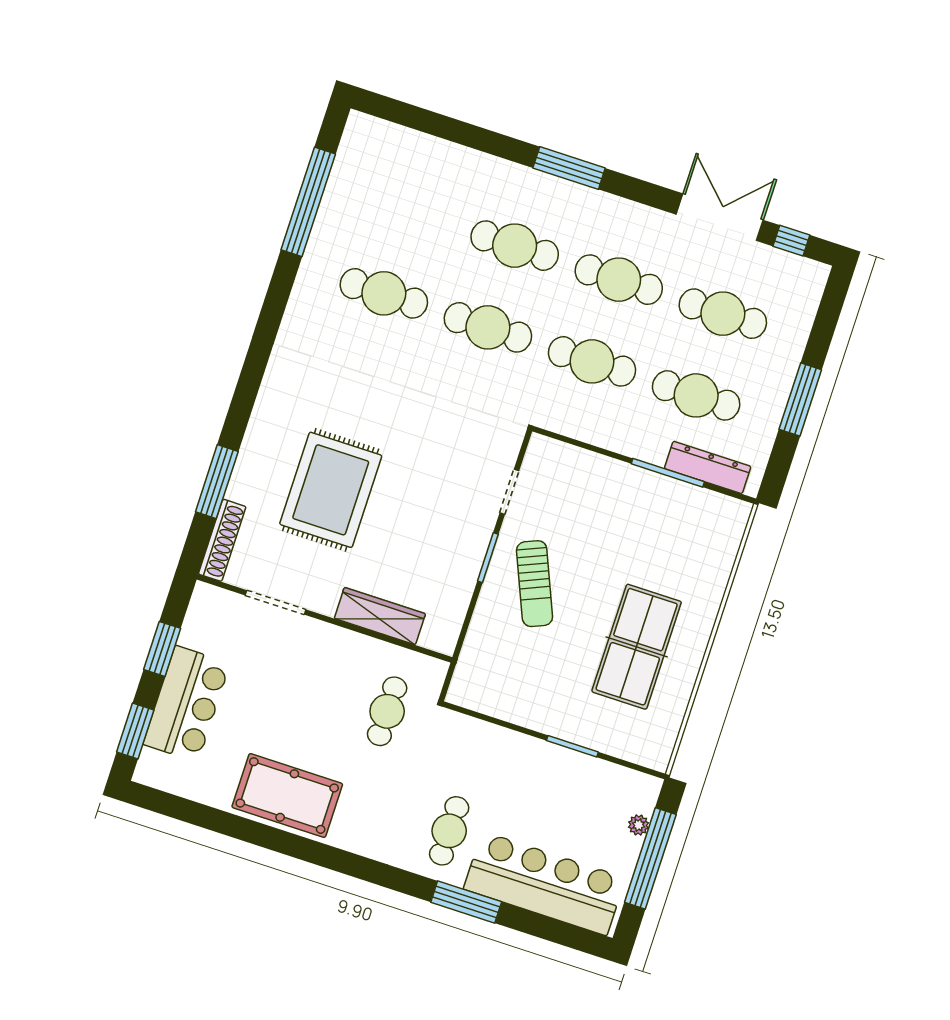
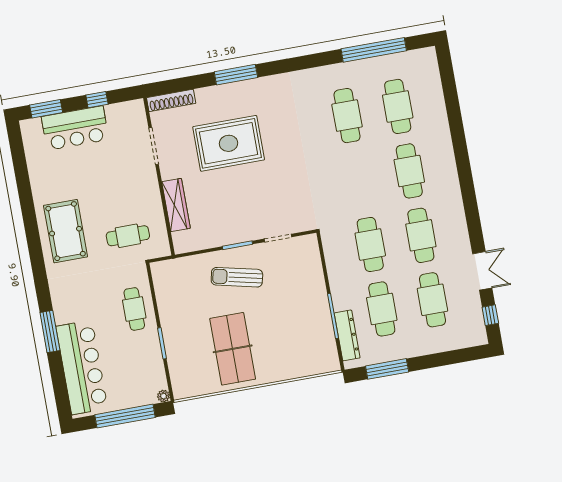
window: (569, 168) -> (466, 178), removed
double door: (720, 217) -> (482, 271), width x0.73
cafe table: (488, 327) -> (398, 106), moved
window: (800, 399) -> (387, 369), moved
window: (217, 482) -> (236, 75), moved
sun lounger: (535, 584) -> (237, 277), turned 36
table tennis table: (637, 647) -> (233, 349), turned 90
window: (162, 649) -> (97, 100), width x0.67
pool table: (287, 796) -> (66, 231), moved
plant: (639, 825) -> (163, 396), moved
cafe table: (449, 831) -> (134, 309), moved, turned 90

